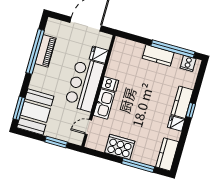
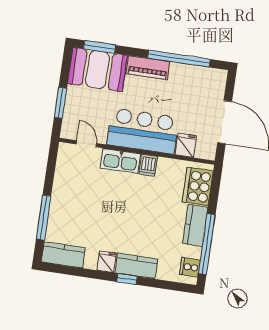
piano: (46, 51) -> (148, 68), moved
cooker: (120, 147) -> (198, 186), moved, turned 180

